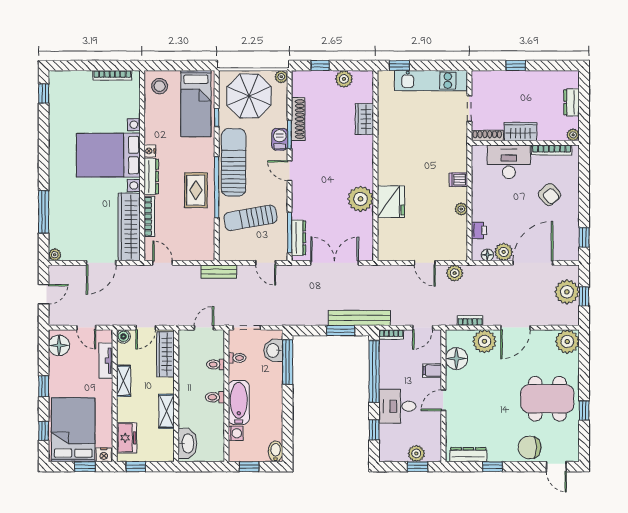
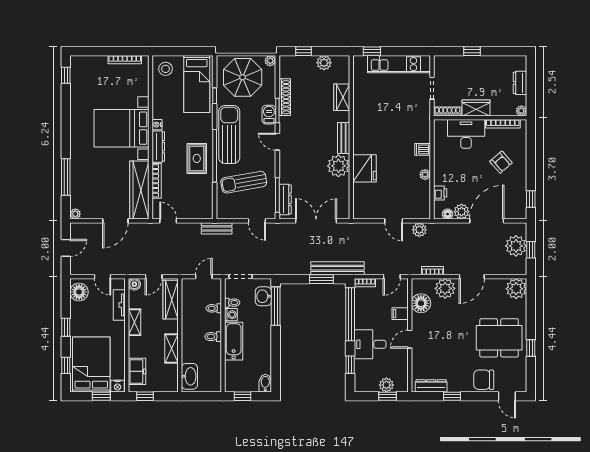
bench: (367, 166) -> (344, 138), added
washing machine: (236, 433) -> (231, 315), moved

